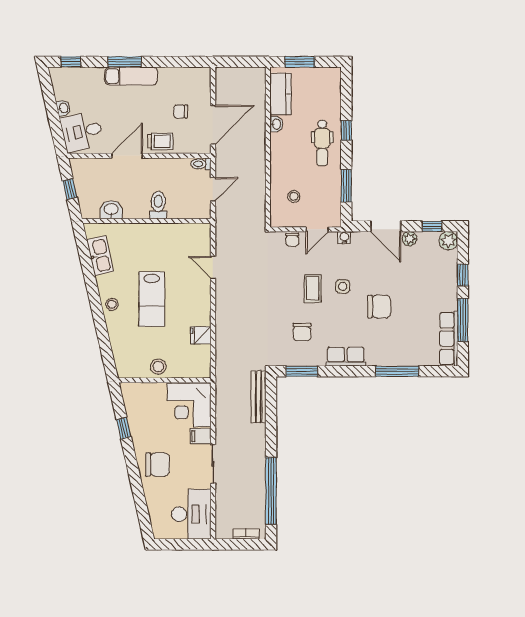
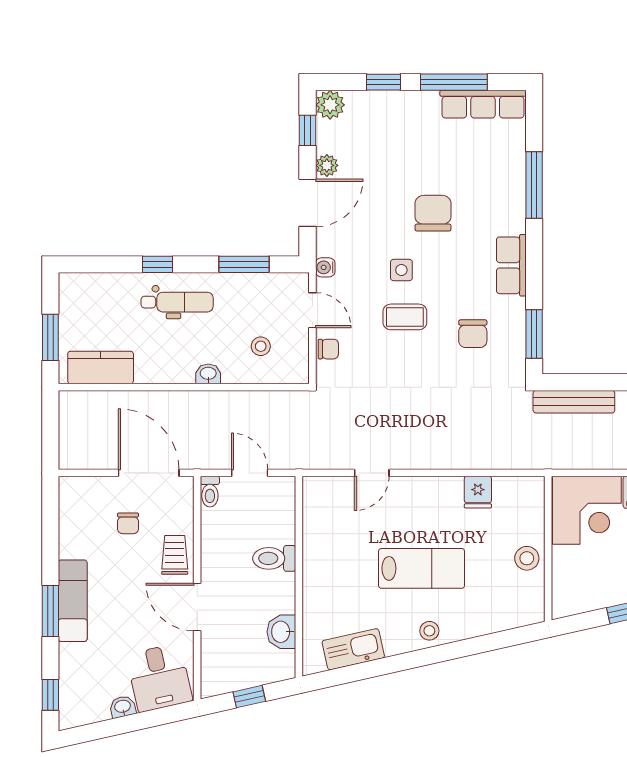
washbasin: (276, 124) -> (208, 374), moved
chair: (302, 332) -> (473, 334), turned 90

